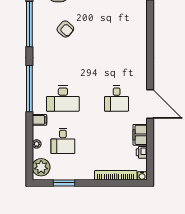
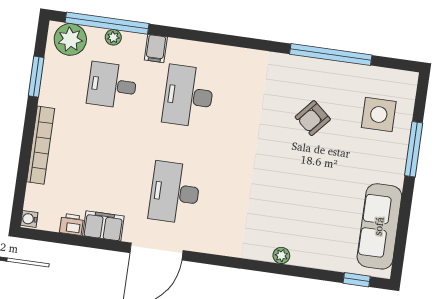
plant: (143, 36) -> (281, 255), added
window: (29, 89) -> (107, 23), moved
desk: (117, 98) -> (175, 193), width x1.37
bookcase: (116, 175) -> (41, 145), moved

